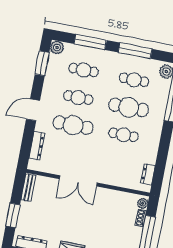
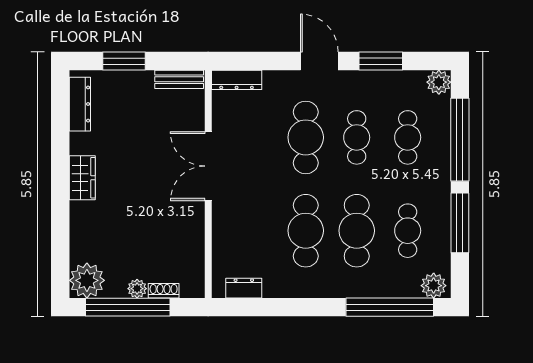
window: (90, 42) -> (460, 140), width x1.46
window: (42, 63) -> (381, 61), moved
cafe table: (123, 135) -> (306, 231), width x1.37, depth x1.35
dresser: (37, 146) -> (237, 80), moved
plant: (143, 203) -> (137, 289), moved

